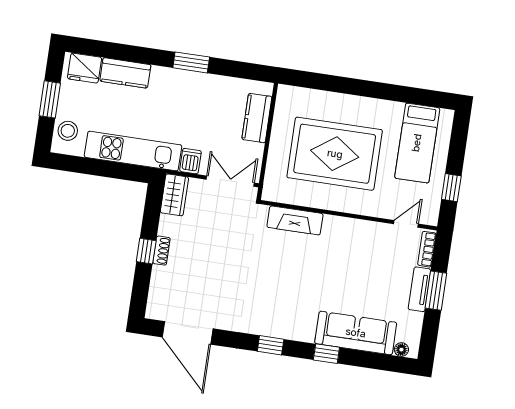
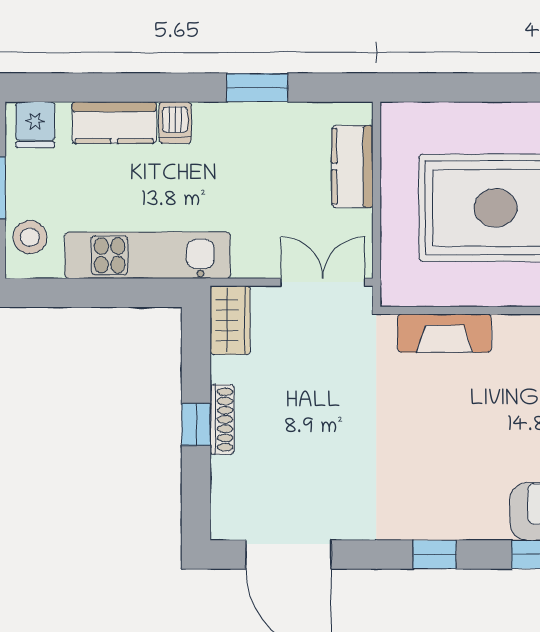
window: (191, 62) -> (257, 88), moved
fridge: (85, 68) -> (35, 125), width x0.72
dishwasher: (190, 161) -> (175, 122), moved, turned 180
shoe rack: (161, 251) -> (222, 419), width x1.43

